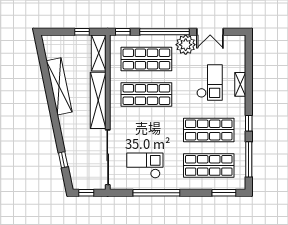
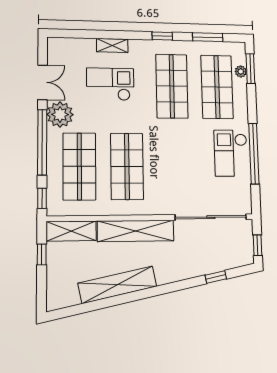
window: (249, 159) -> (208, 37), width x0.69
checkout: (145, 165) -> (231, 153), moved
plant: (221, 185) -> (241, 71), added

